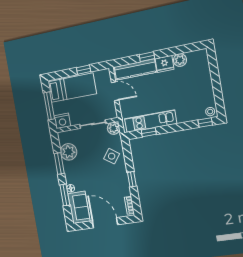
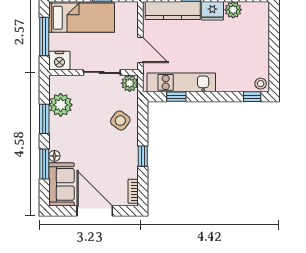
door: (115, 91) -> (140, 50), moved

